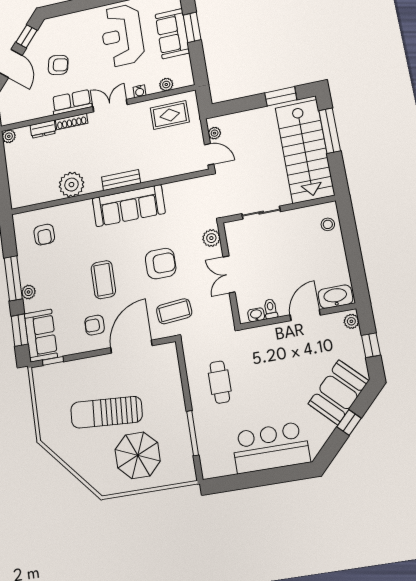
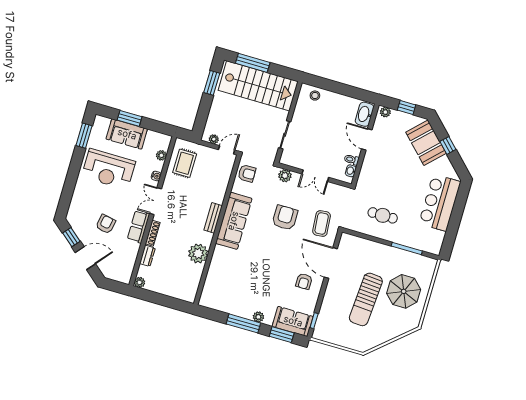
armchair: (44, 235) -> (247, 173), moved
coffee table: (103, 280) -> (276, 261), removed

